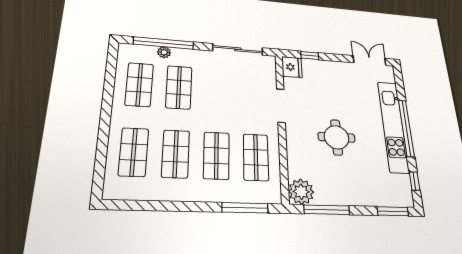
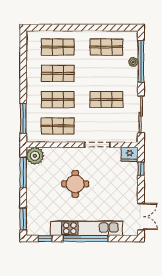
shop shelf: (179, 87) -> (106, 100), moved

